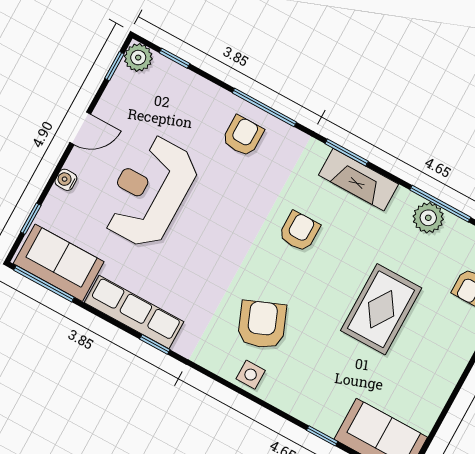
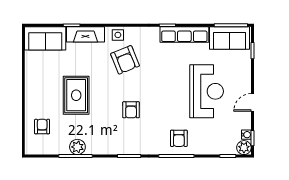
water cooler: (66, 180) -> (246, 135), moved
fireplace: (358, 180) -> (85, 34), moved, turned 180

